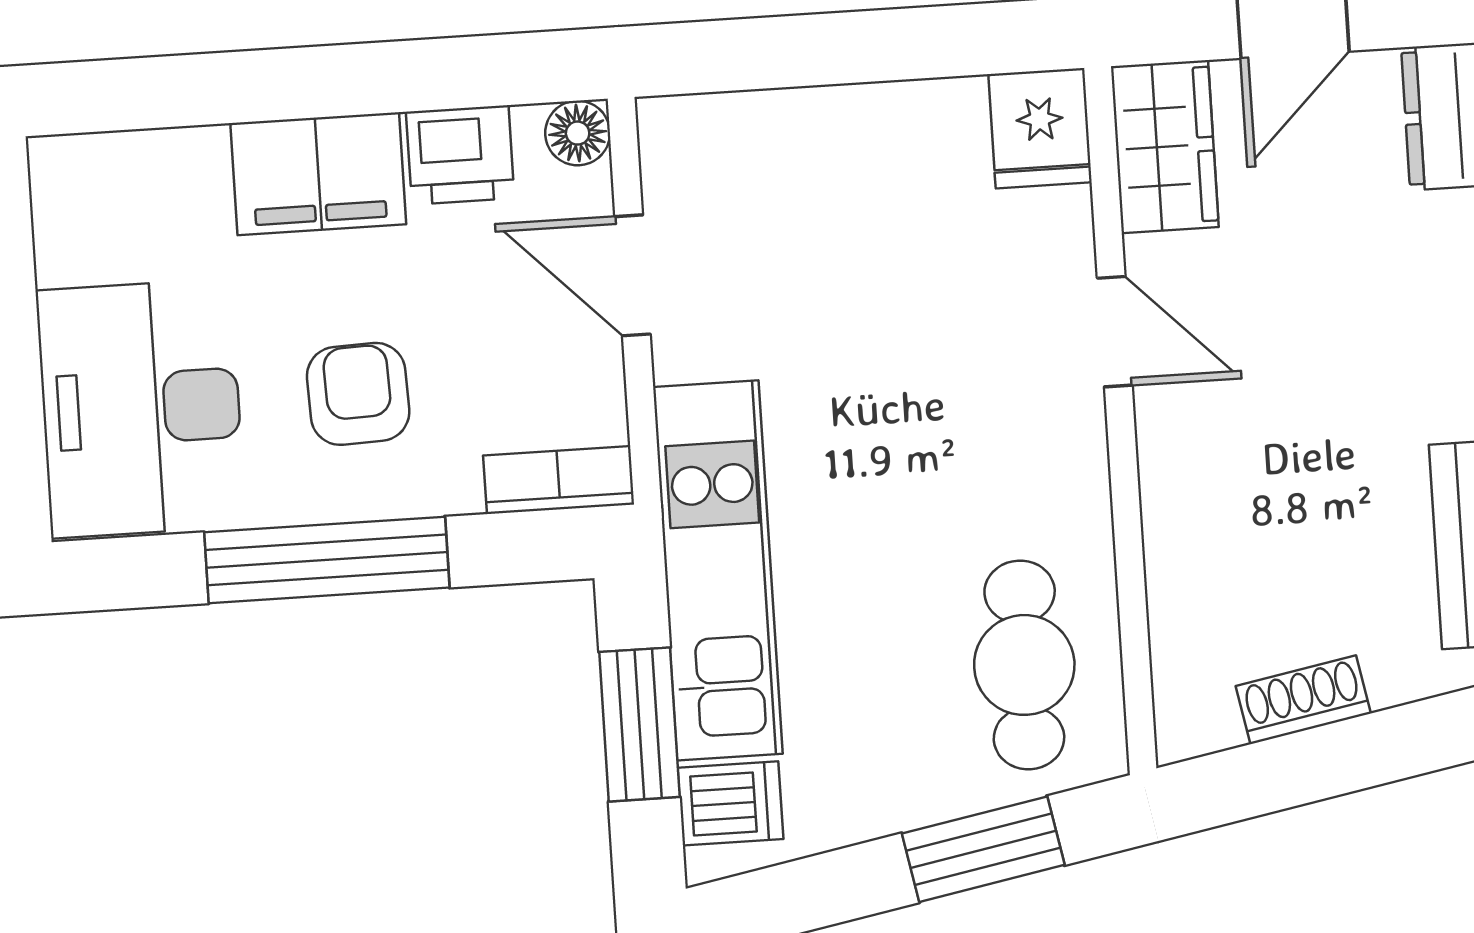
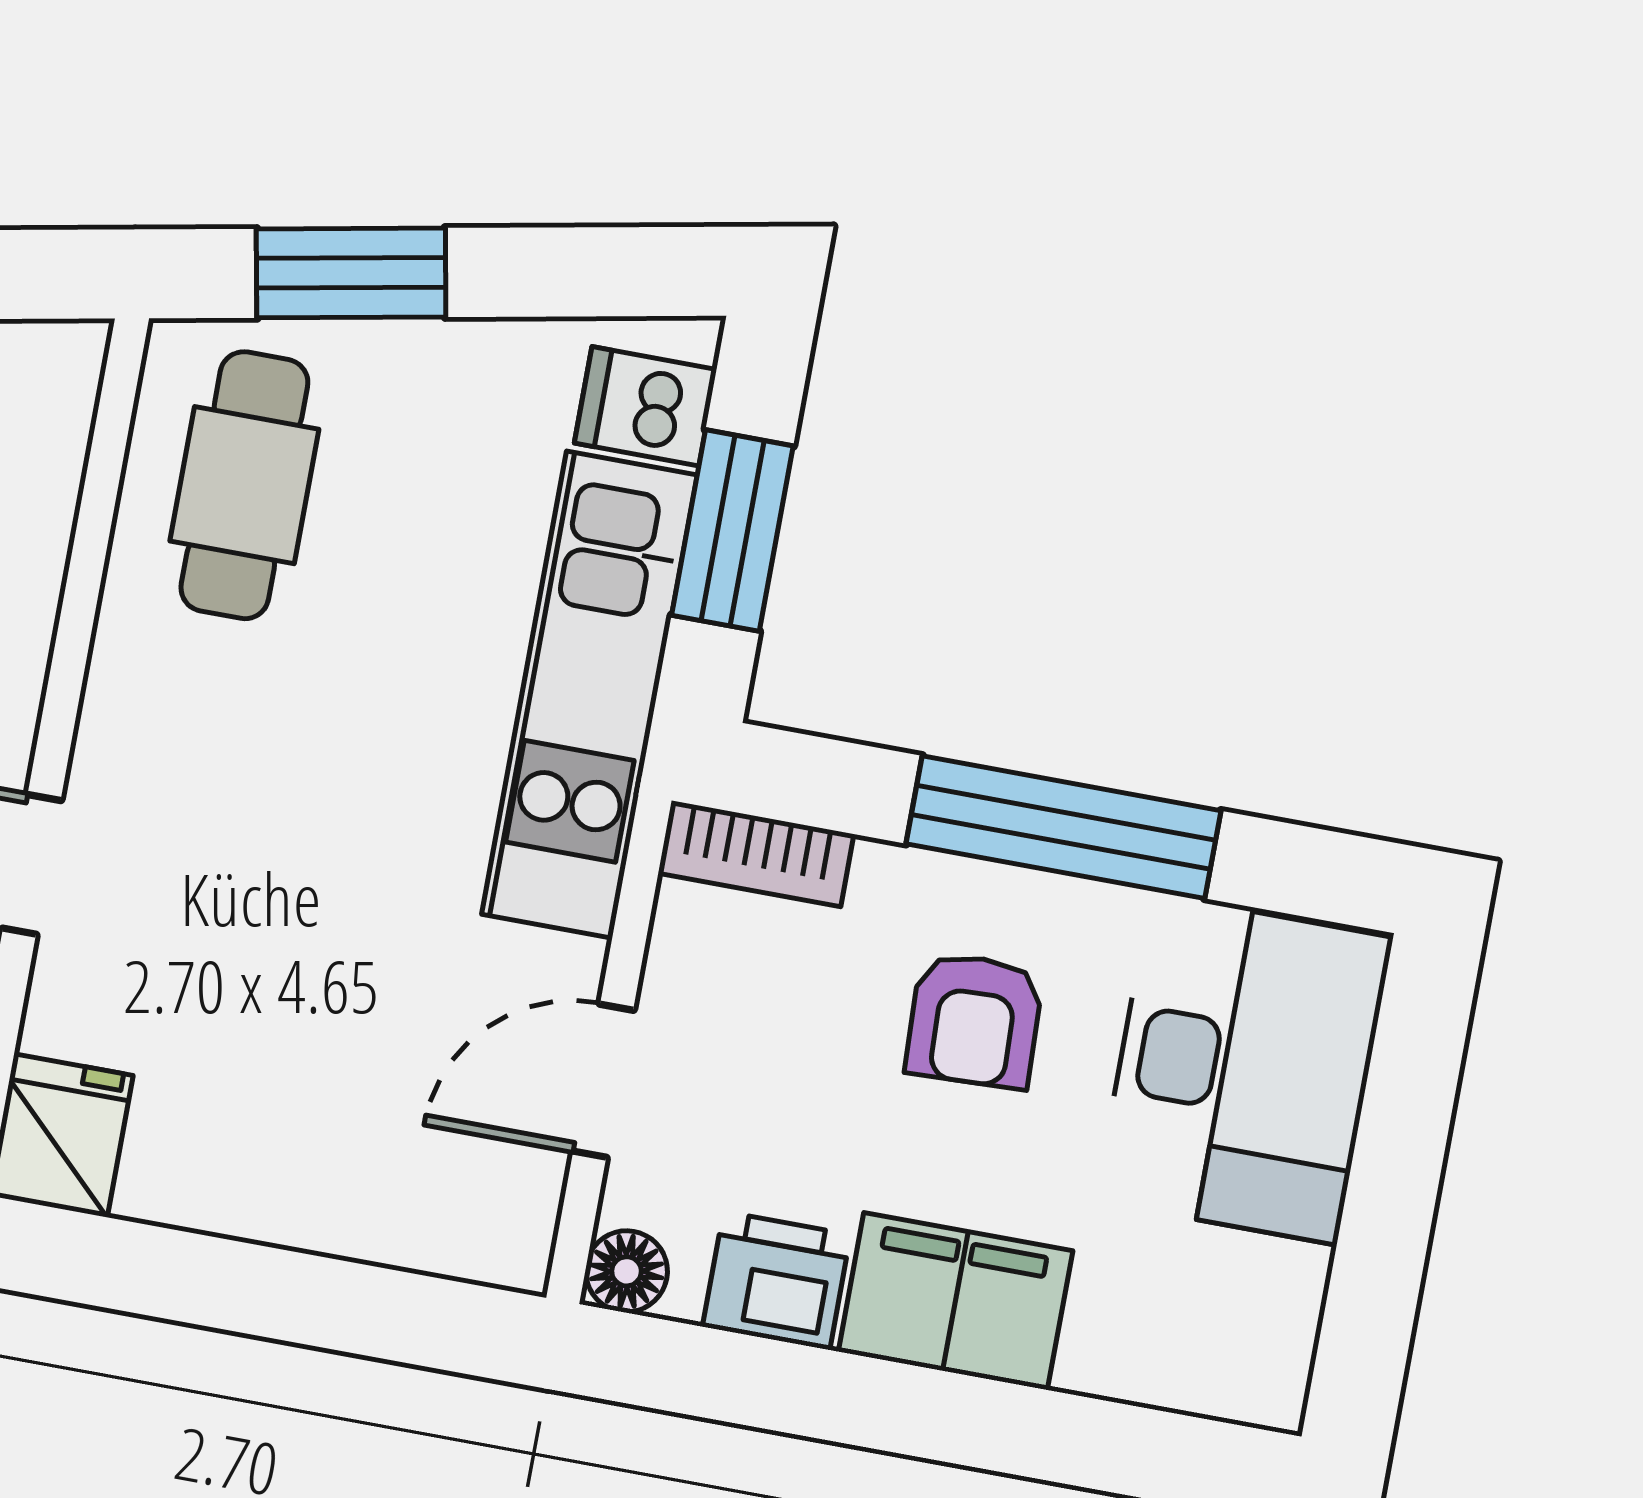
door: (633, 275) -> (603, 1081), swing flipped

